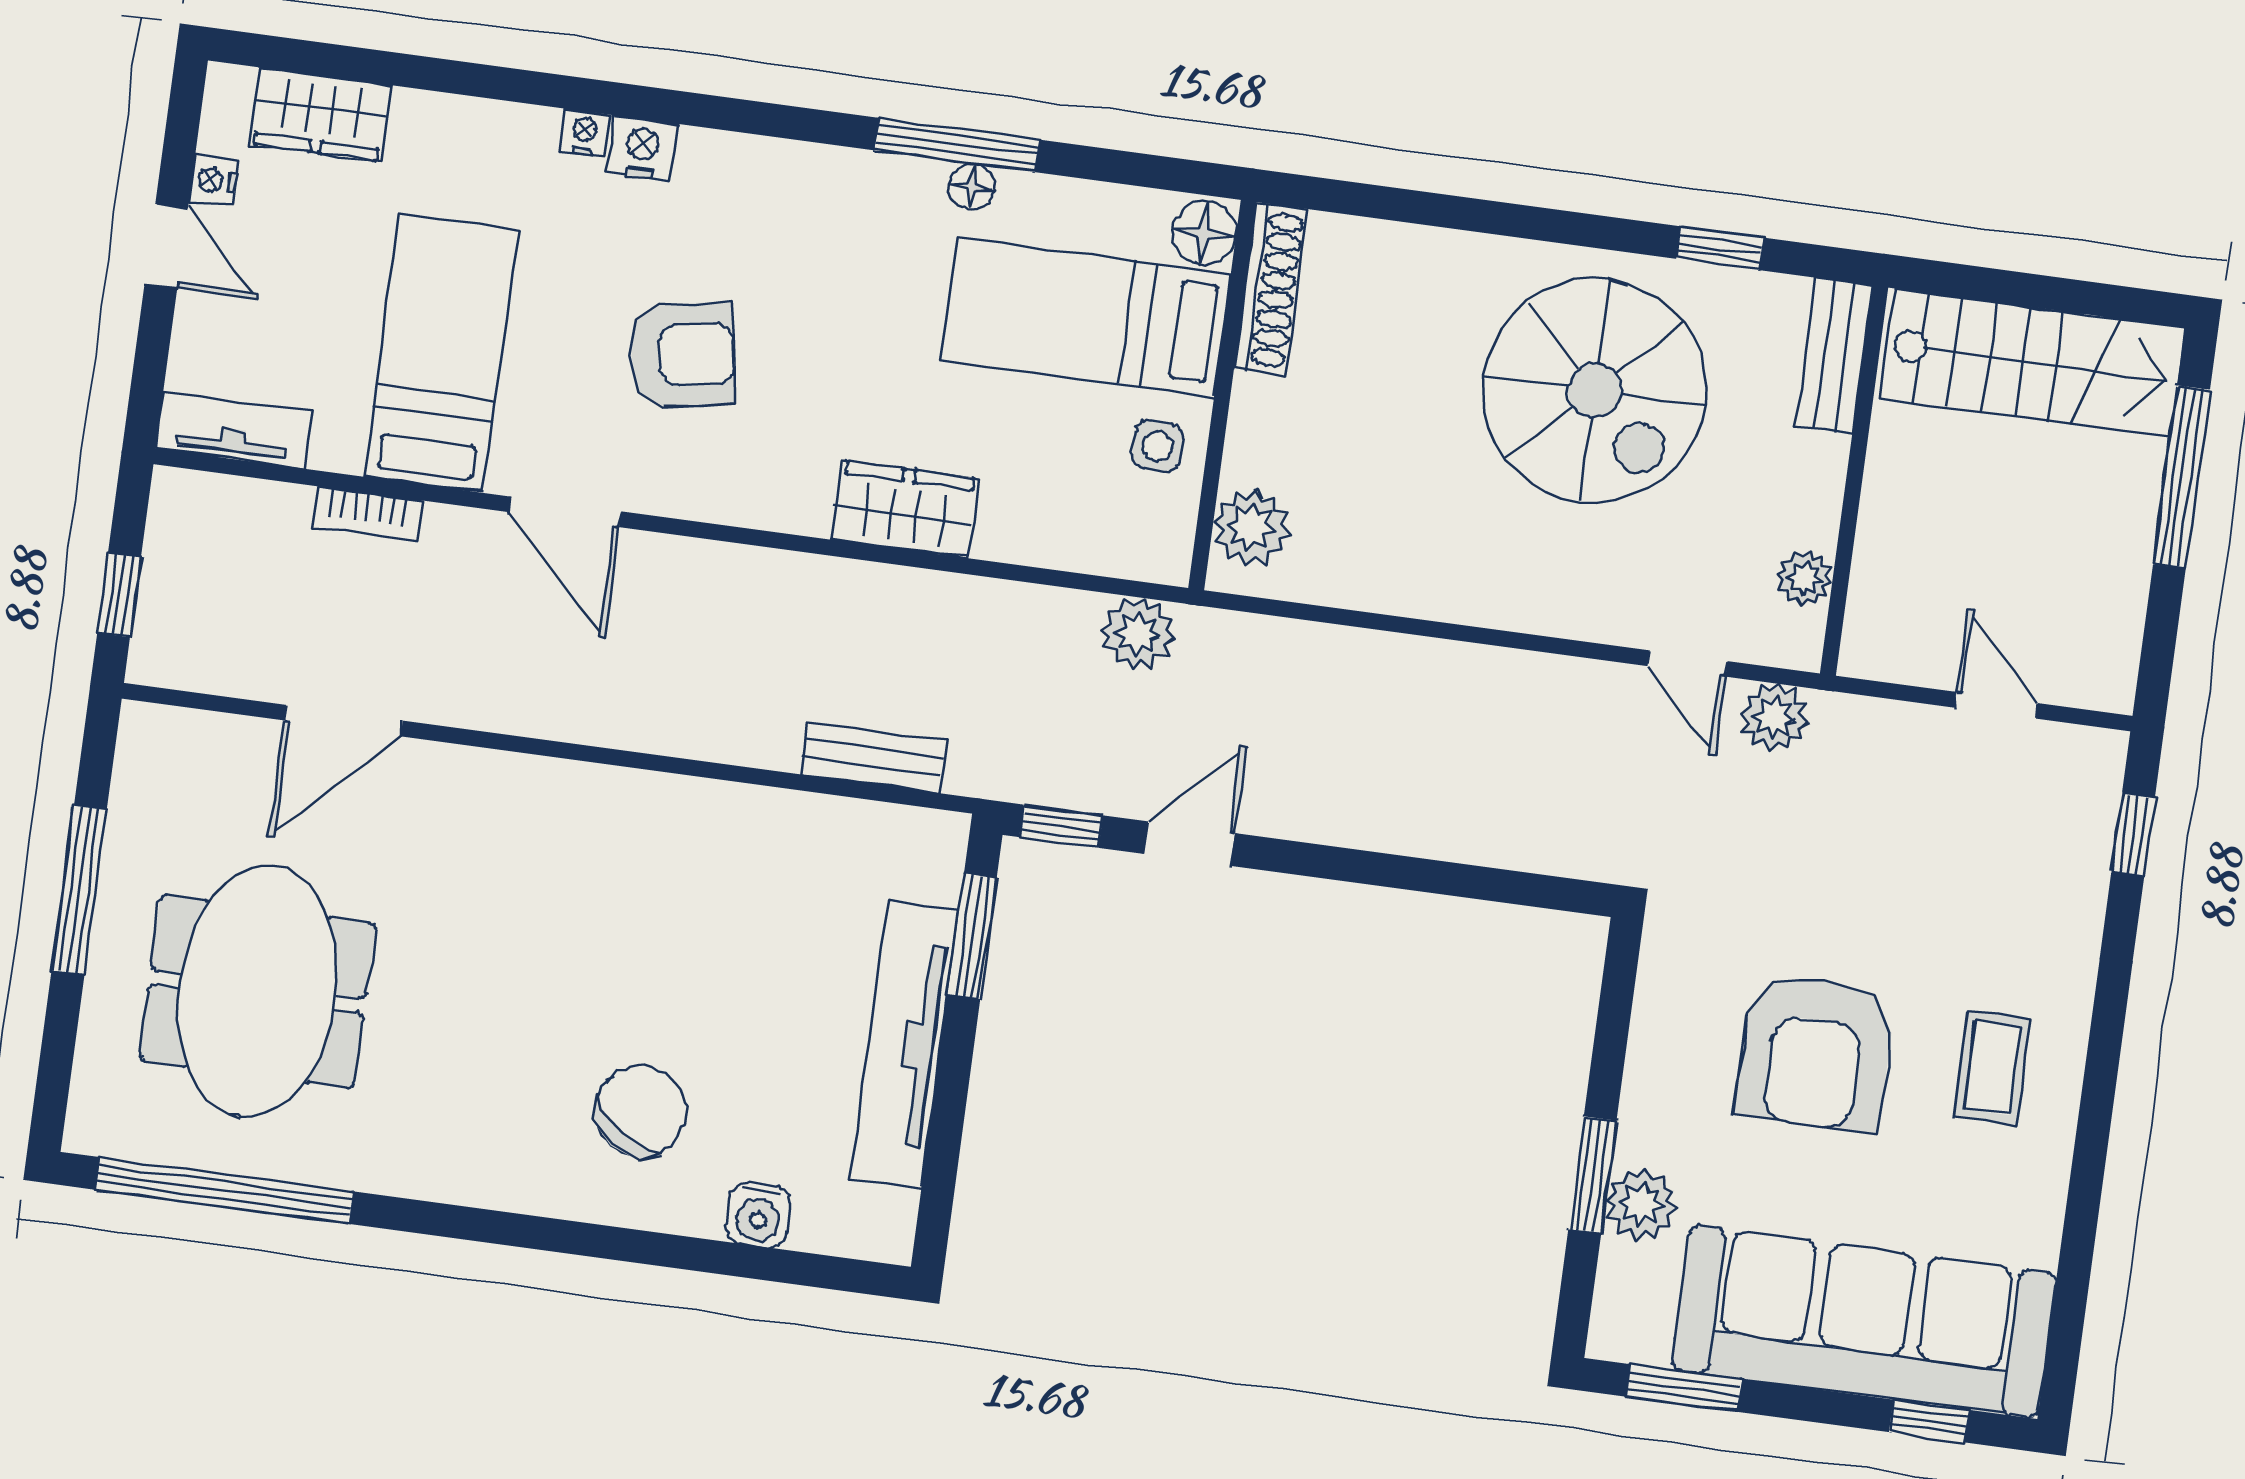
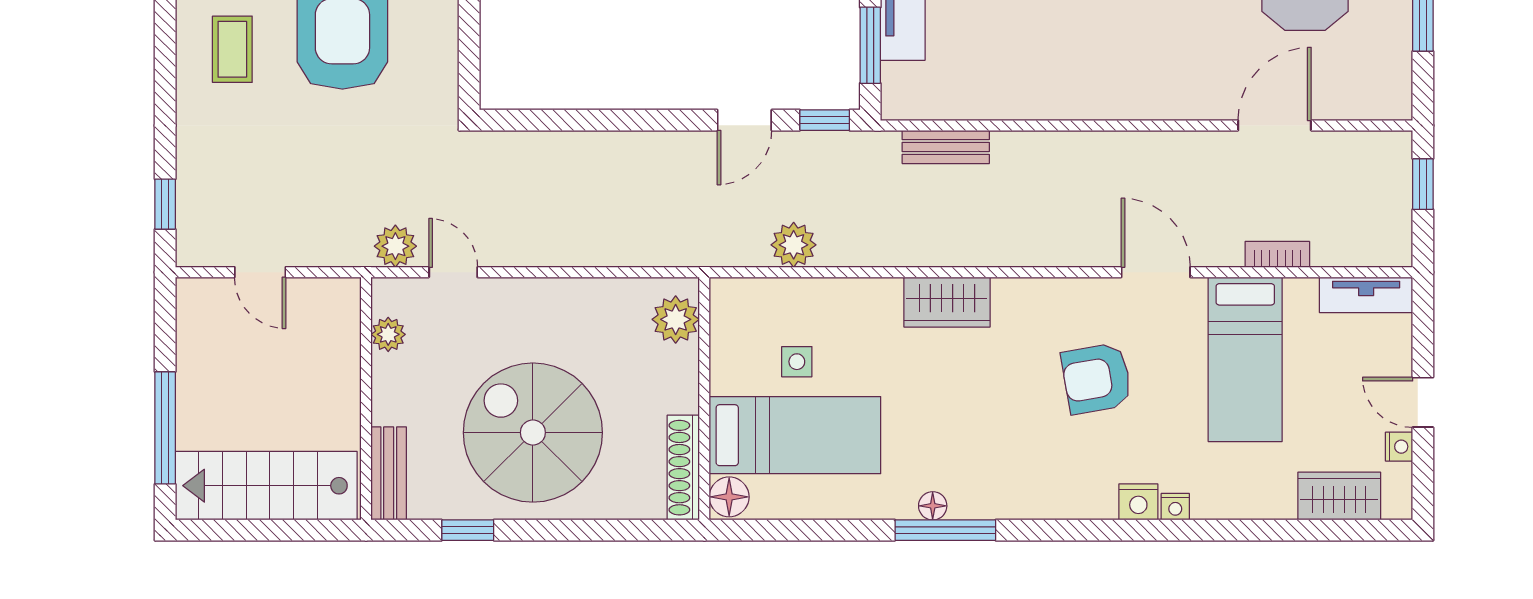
floor lamp: (1204, 233) -> (729, 497), moved
shoe rack: (1271, 289) -> (683, 468), moved
bed: (1086, 317) -> (795, 435), moved
wall: (1222, 395) -> (704, 399), moved
plant: (1251, 528) -> (676, 319), moved

